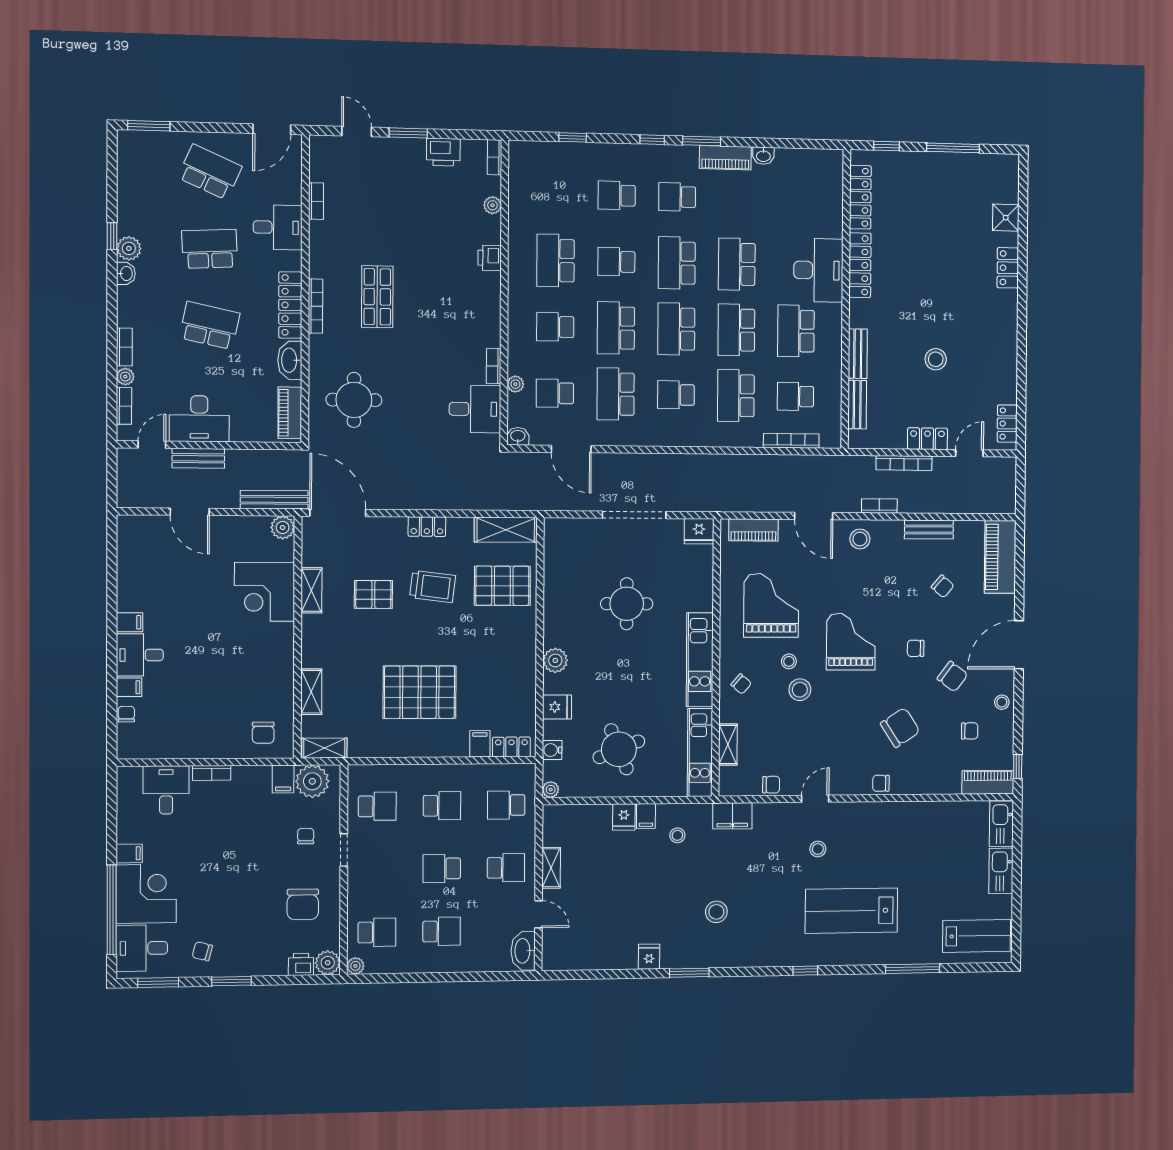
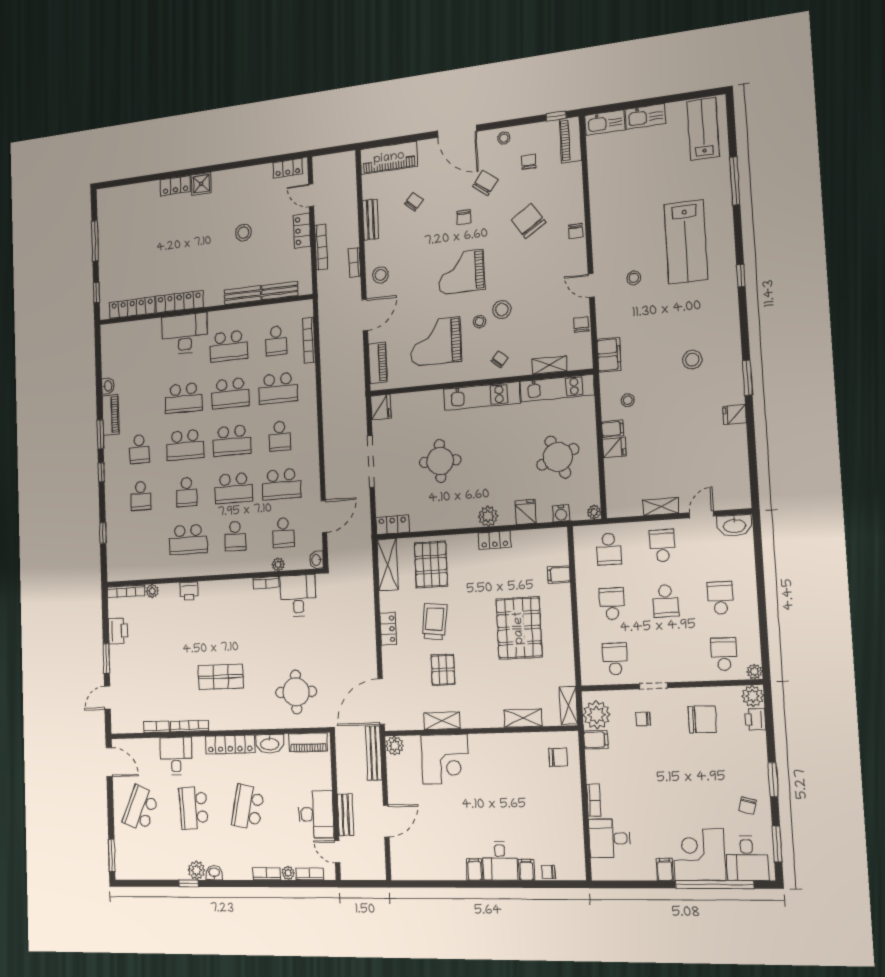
bookcase: (495, 157) -> (126, 591), width x1.56
shower: (1006, 218) -> (201, 184), moved
bookcase: (315, 306) -> (189, 726), moved
locker: (554, 539) -> (392, 525), added
locker: (511, 747) -> (495, 540), moved, turned -90

